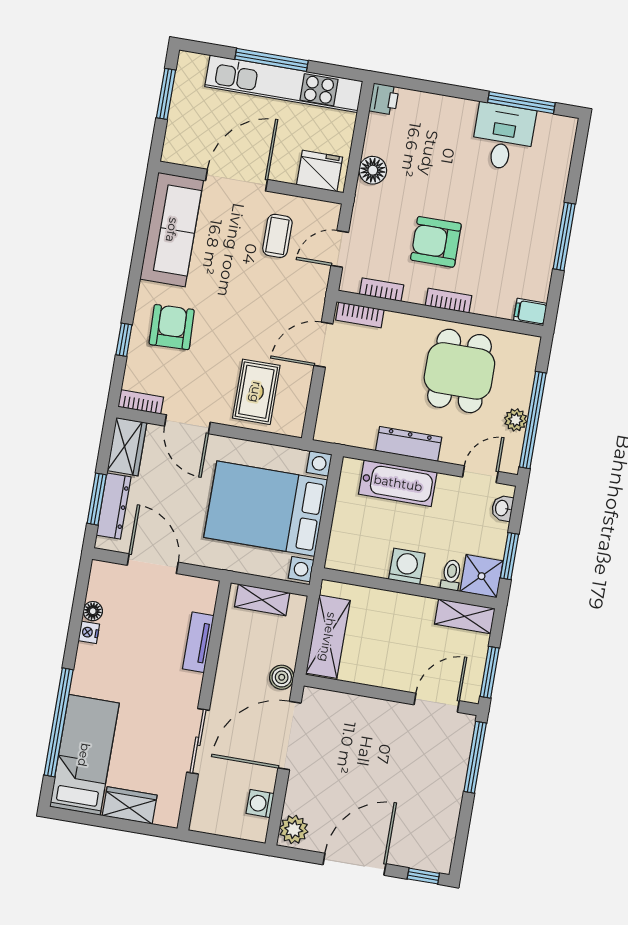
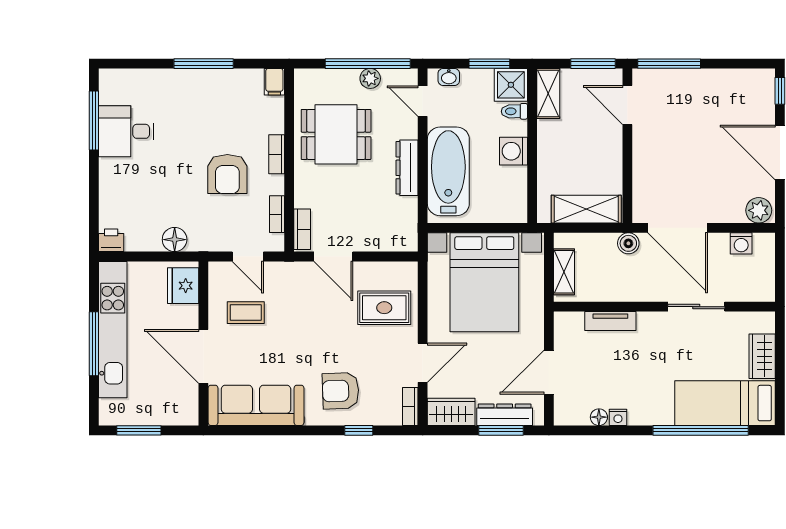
bathtub: (398, 483) -> (448, 171), width x1.36, depth x1.36

